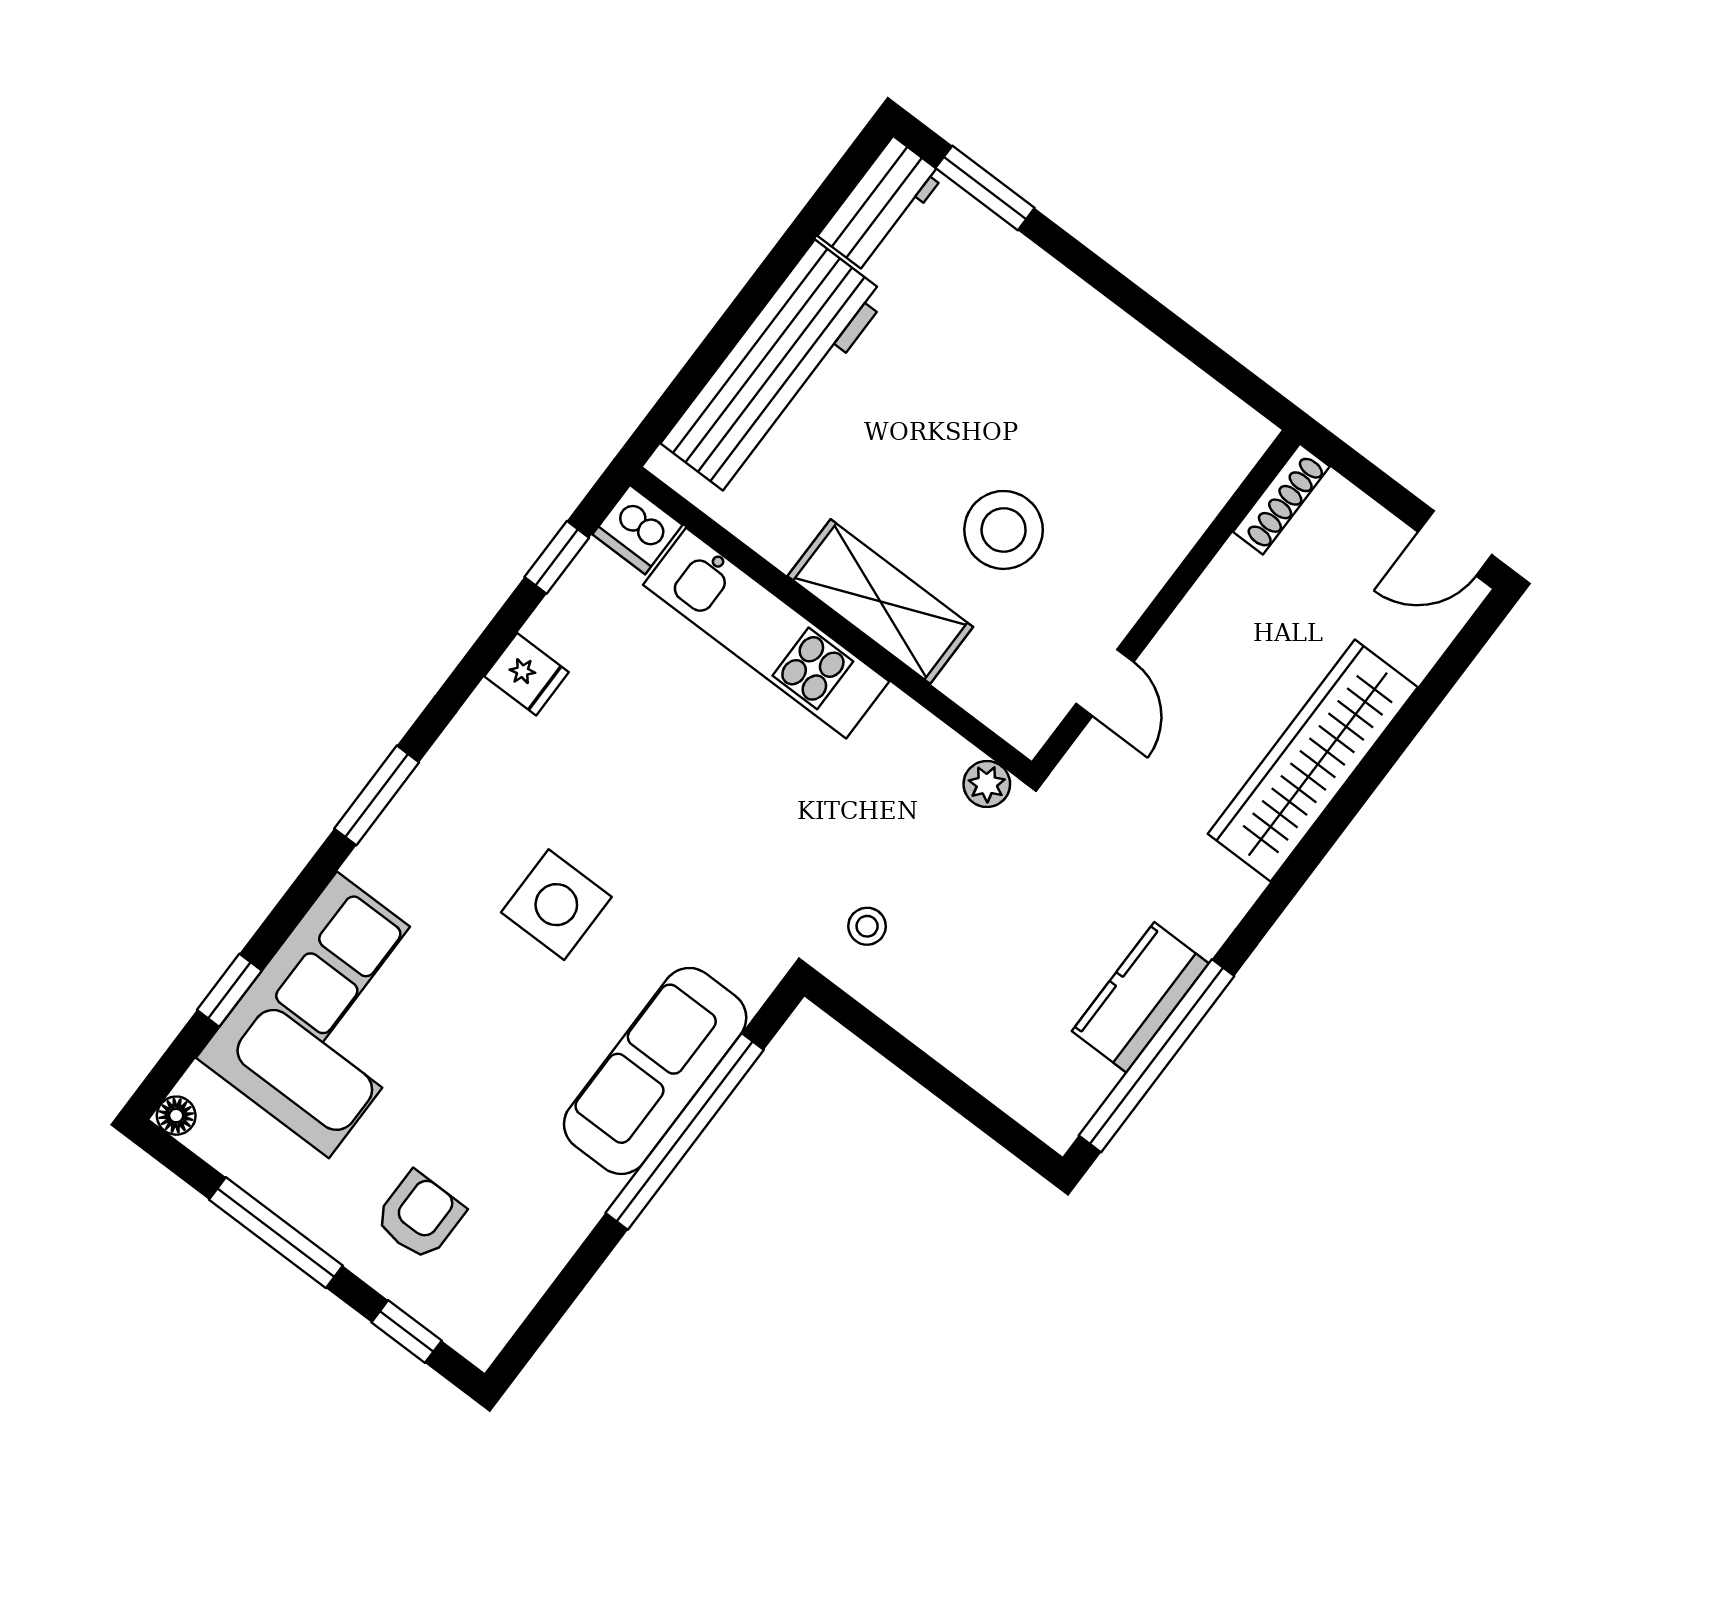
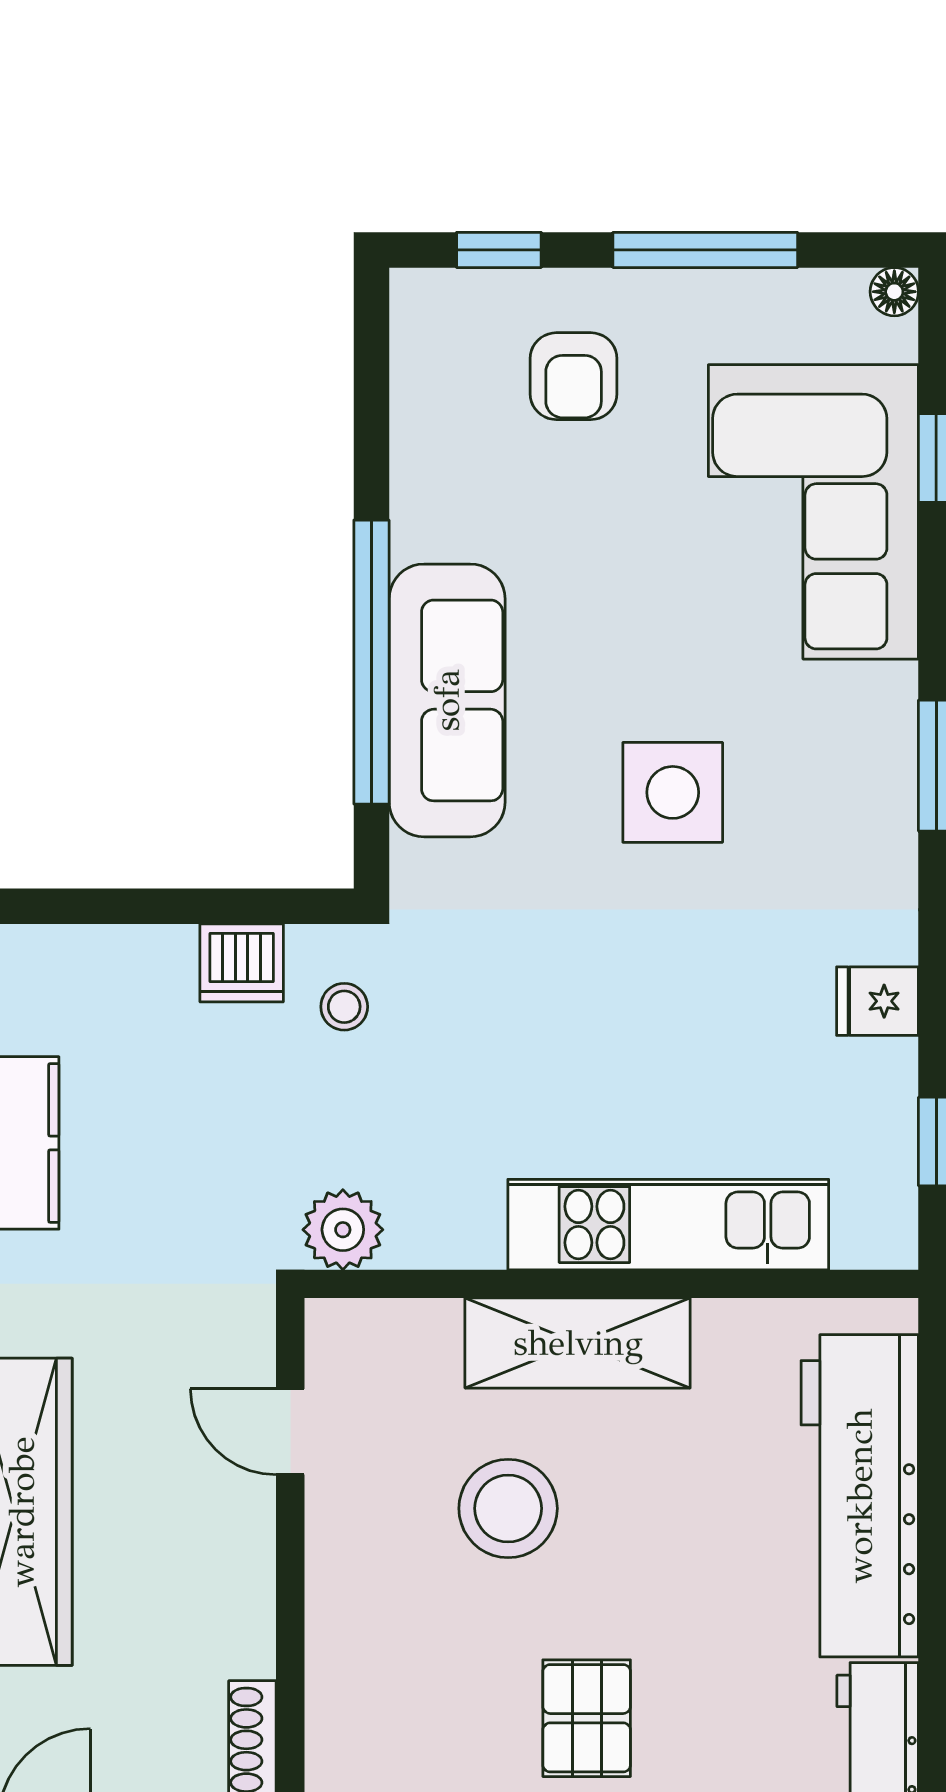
pallet: (1054, 360) -> (587, 1718), added
dishwasher: (638, 530) -> (242, 963), moved, turned 180
plant: (987, 784) -> (343, 1230), width x1.38, depth x1.38

